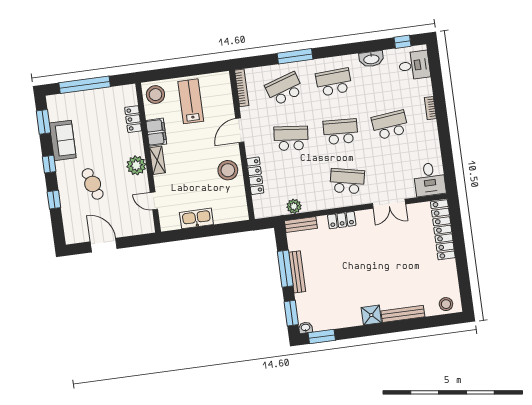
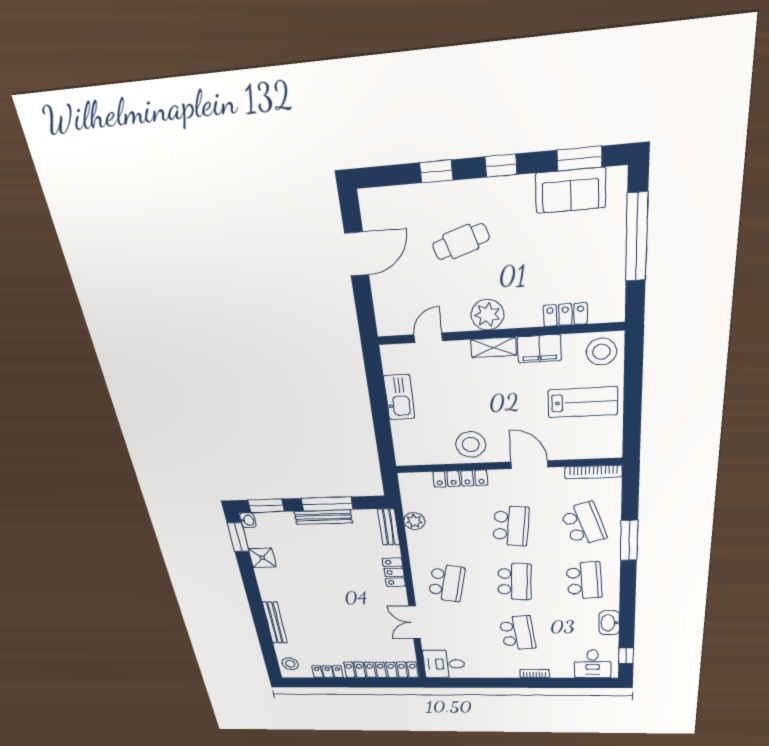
sofa: (63, 140) -> (570, 190), moved
locker: (451, 273) -> (328, 672), added
shower: (371, 315) -> (262, 558), moved

